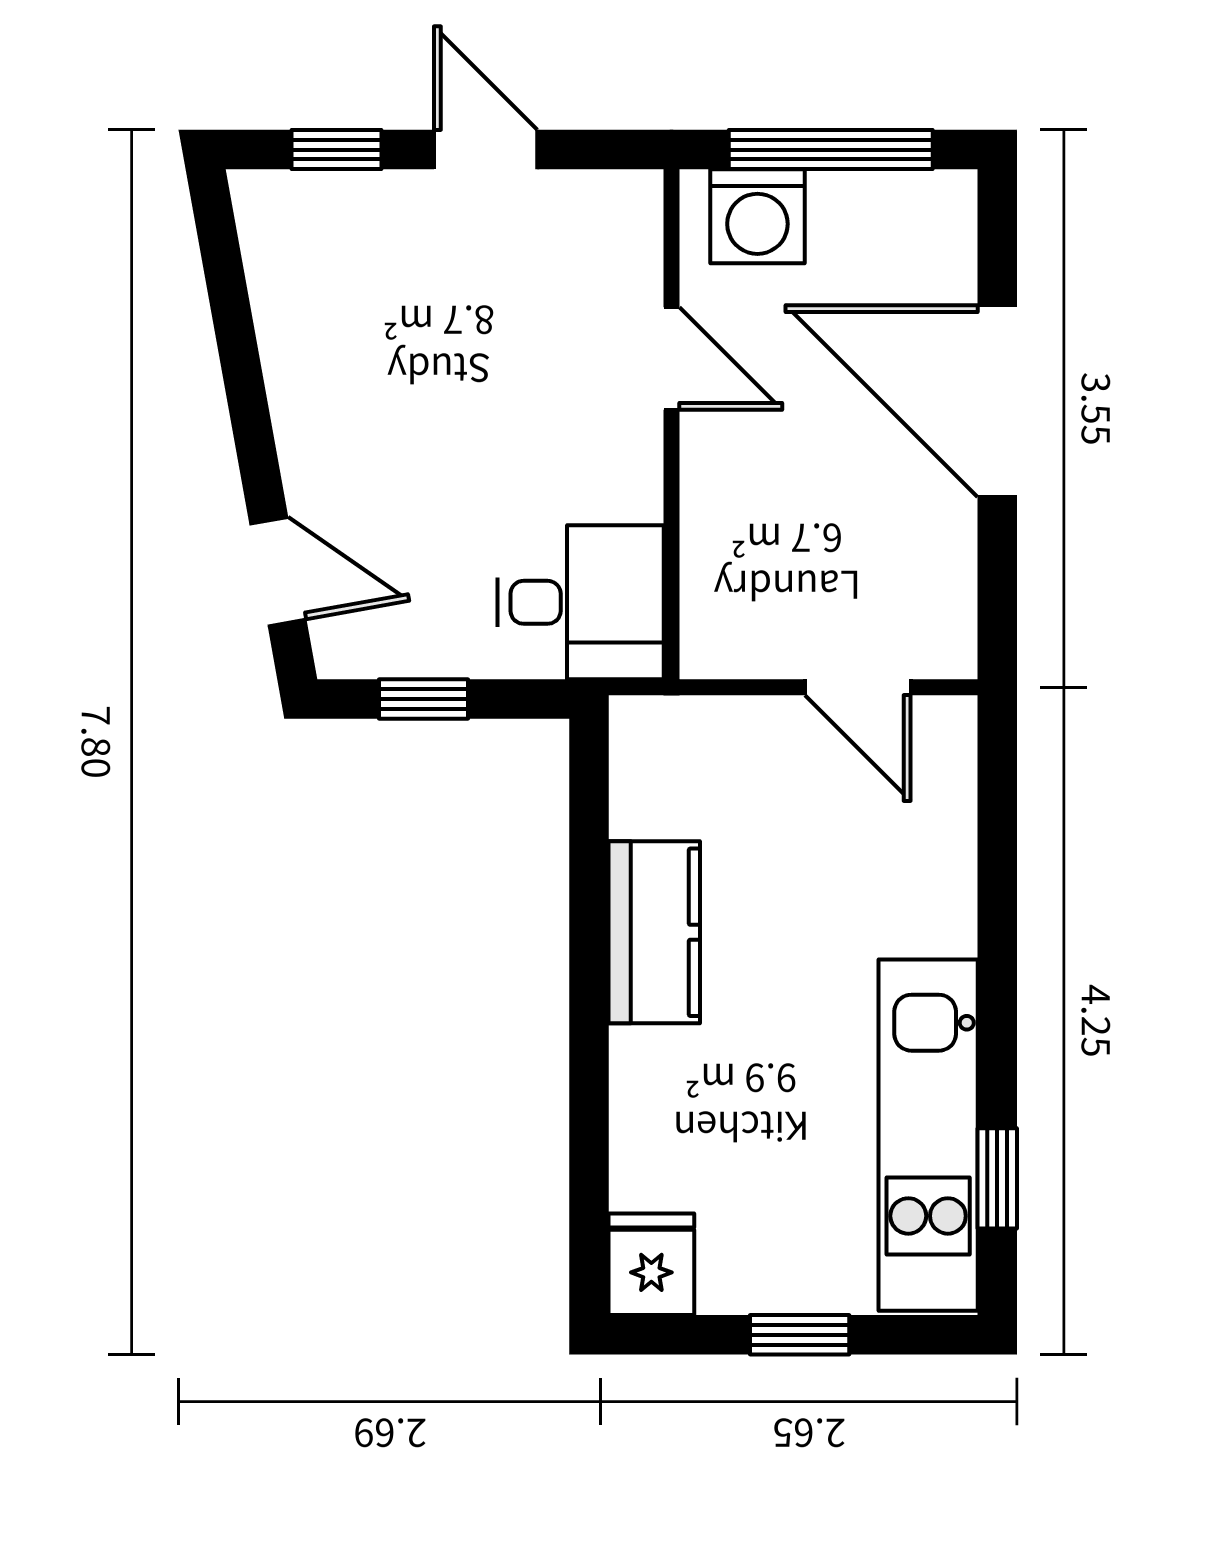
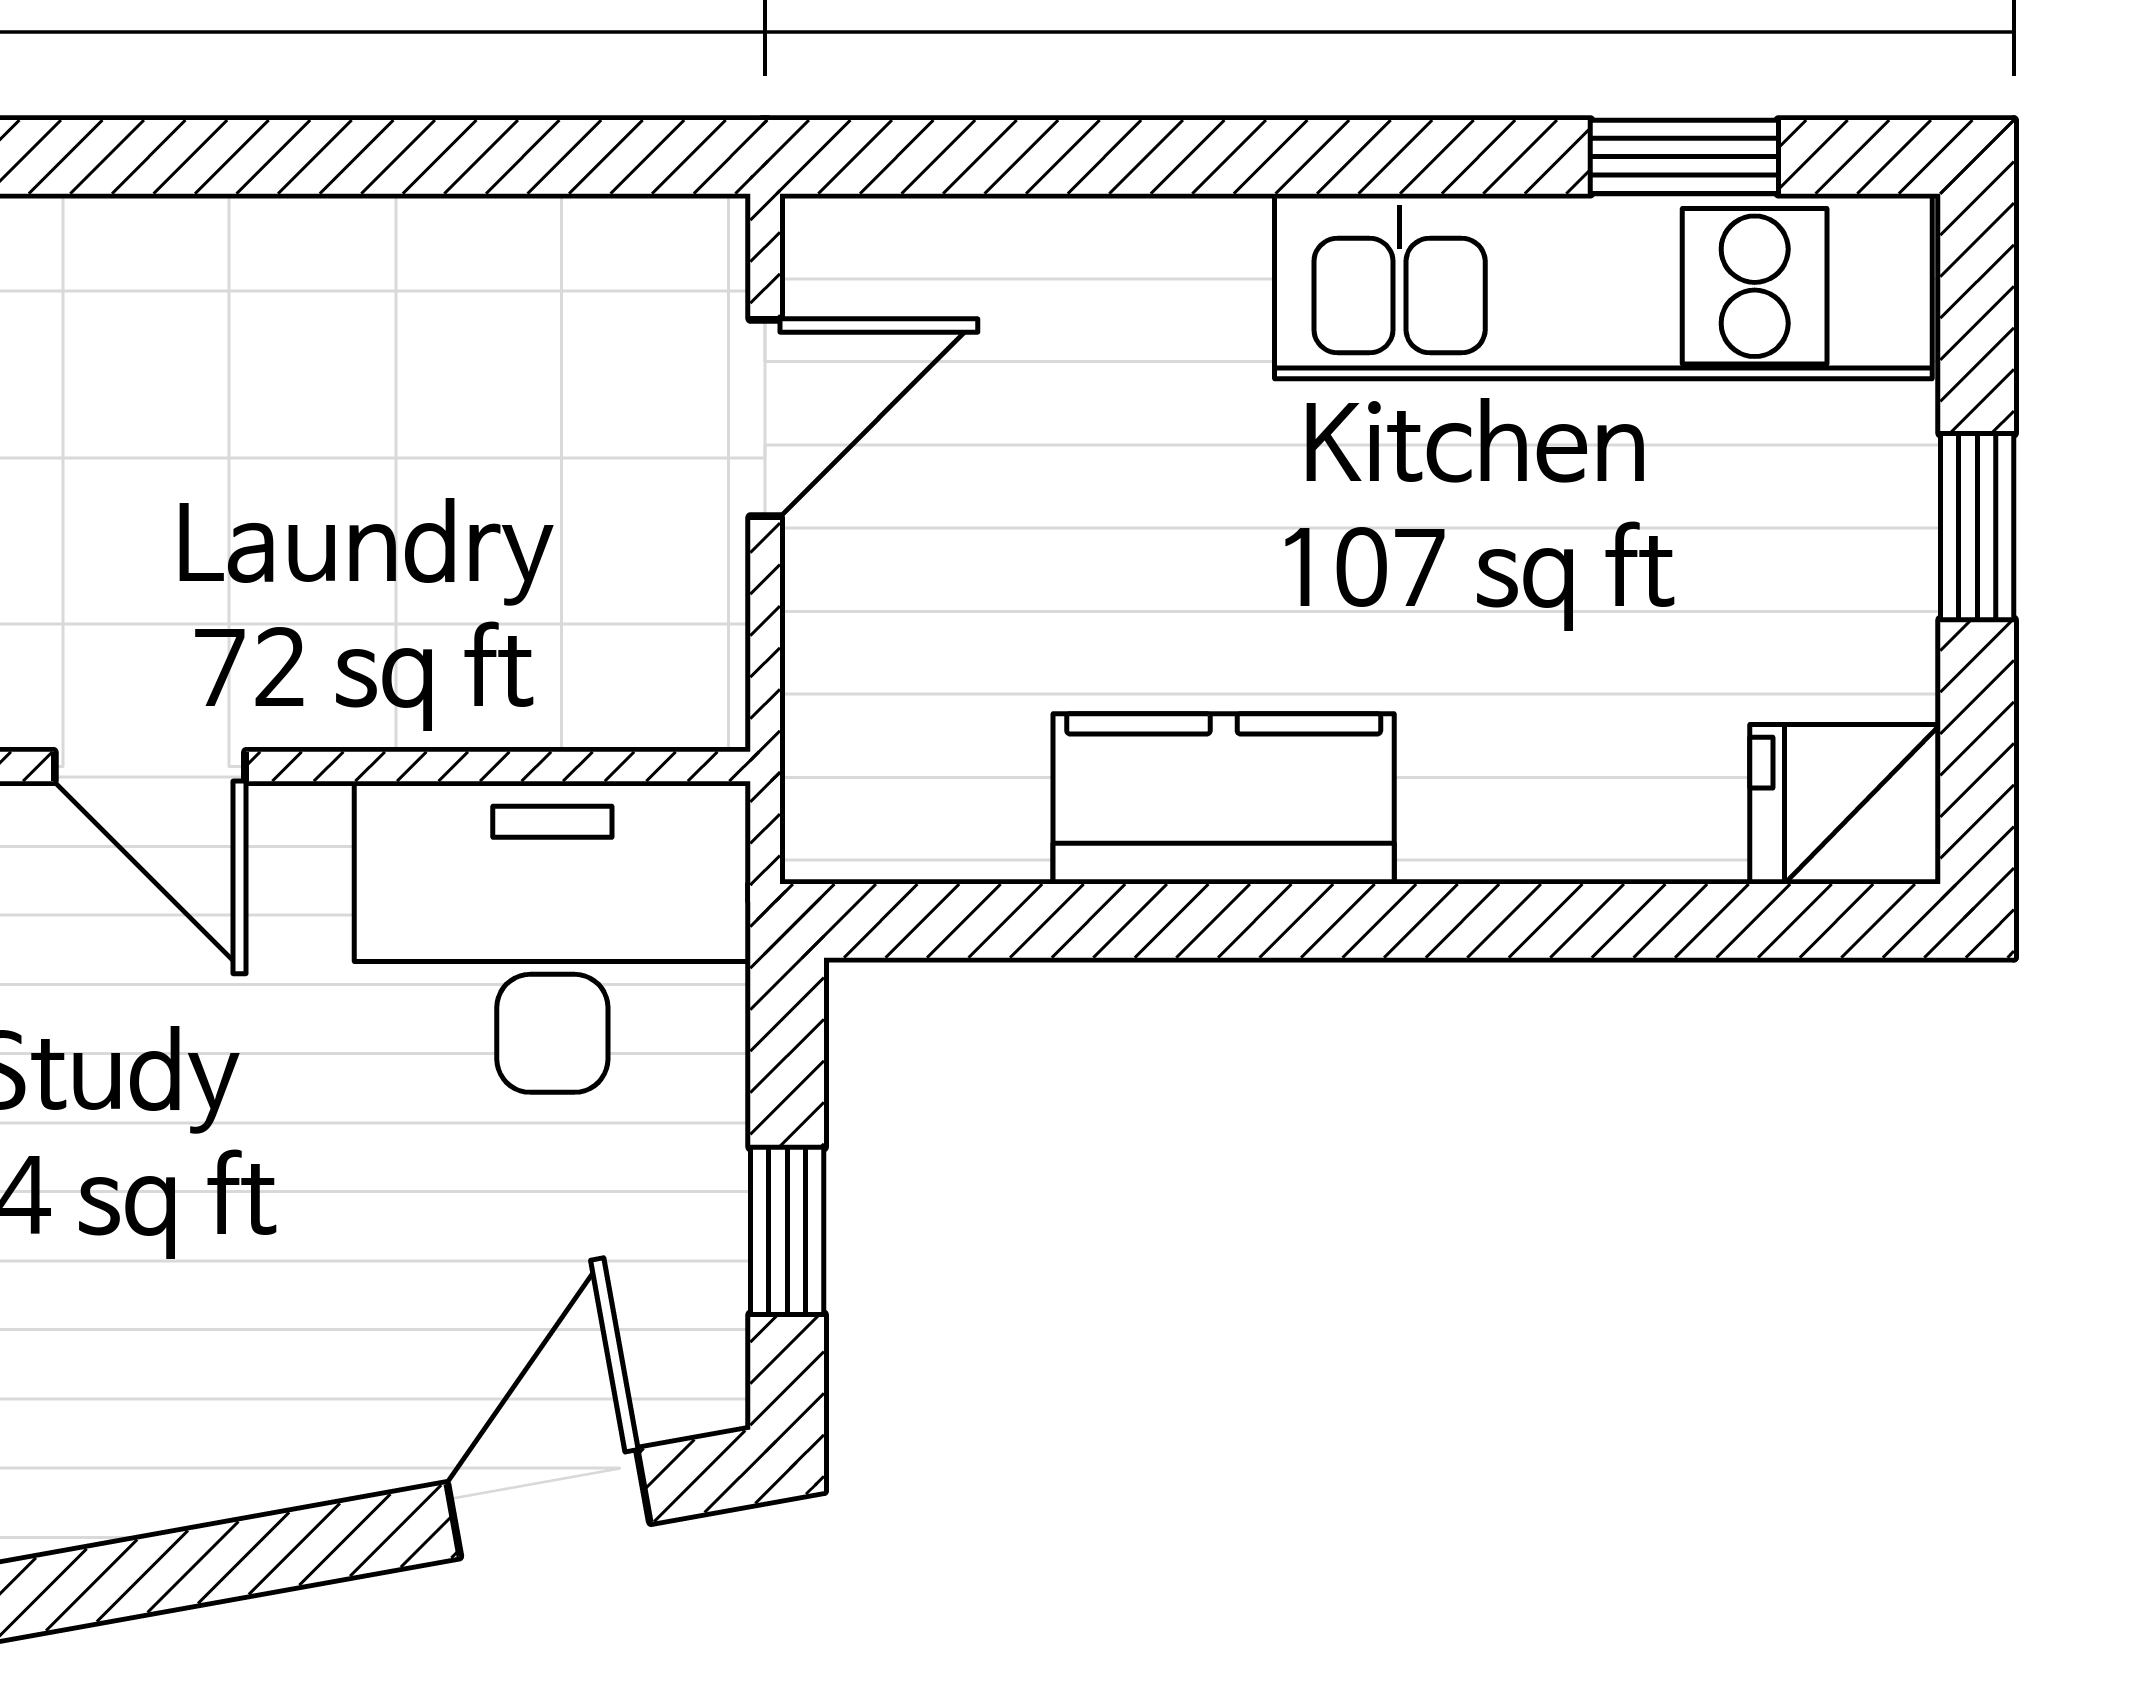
door: (671, 359) -> (150, 767), swing flipped
door: (997, 401) -> (230, 157), removed
desk: (581, 602) -> (552, 937), width x1.37

